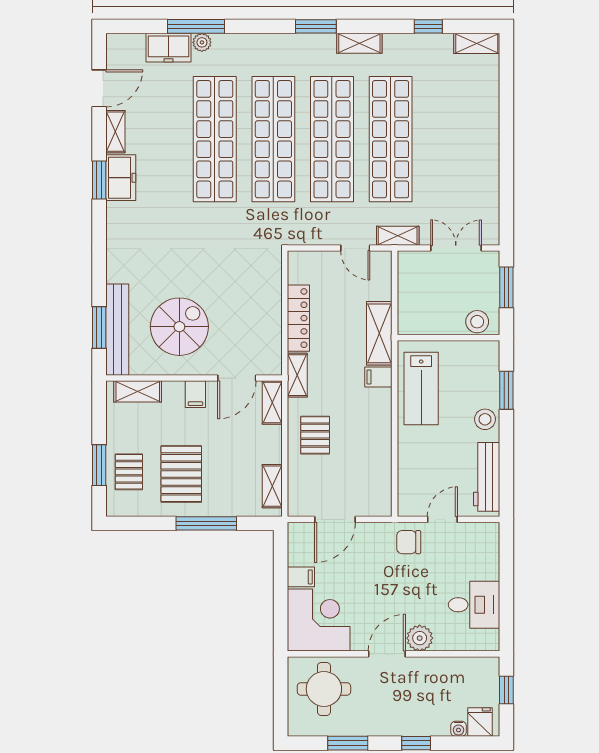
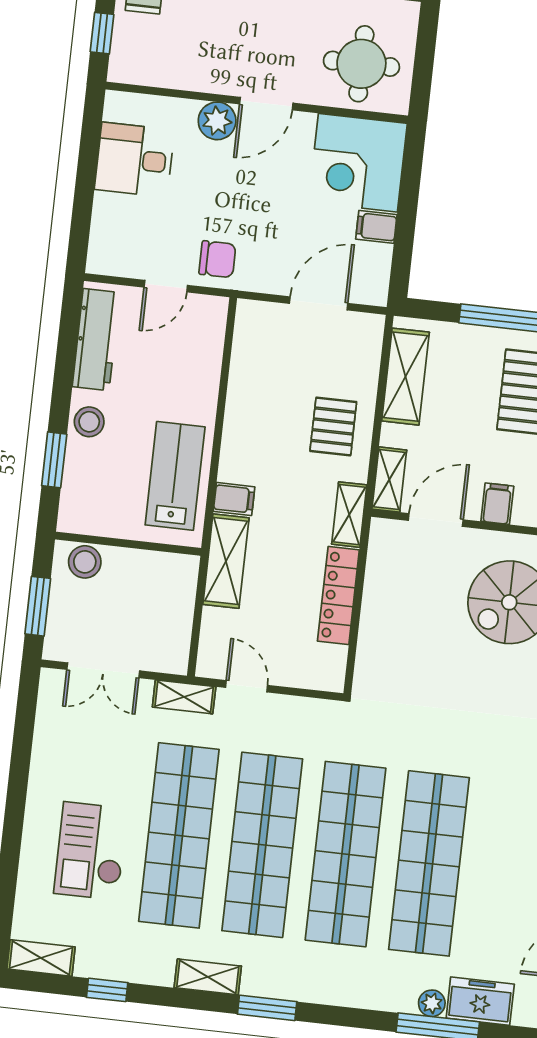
checkout: (451, 122) -> (91, 851), added
shelving: (272, 486) -> (405, 377), width x1.50, depth x1.33

